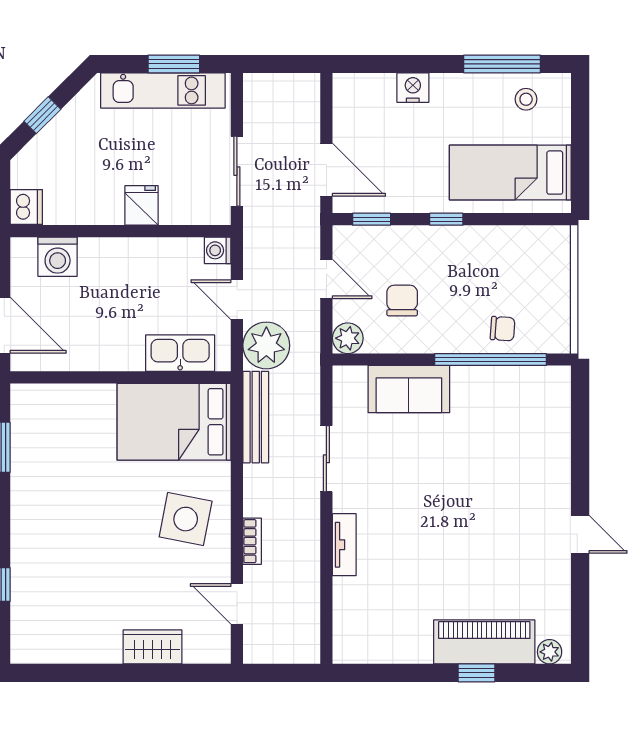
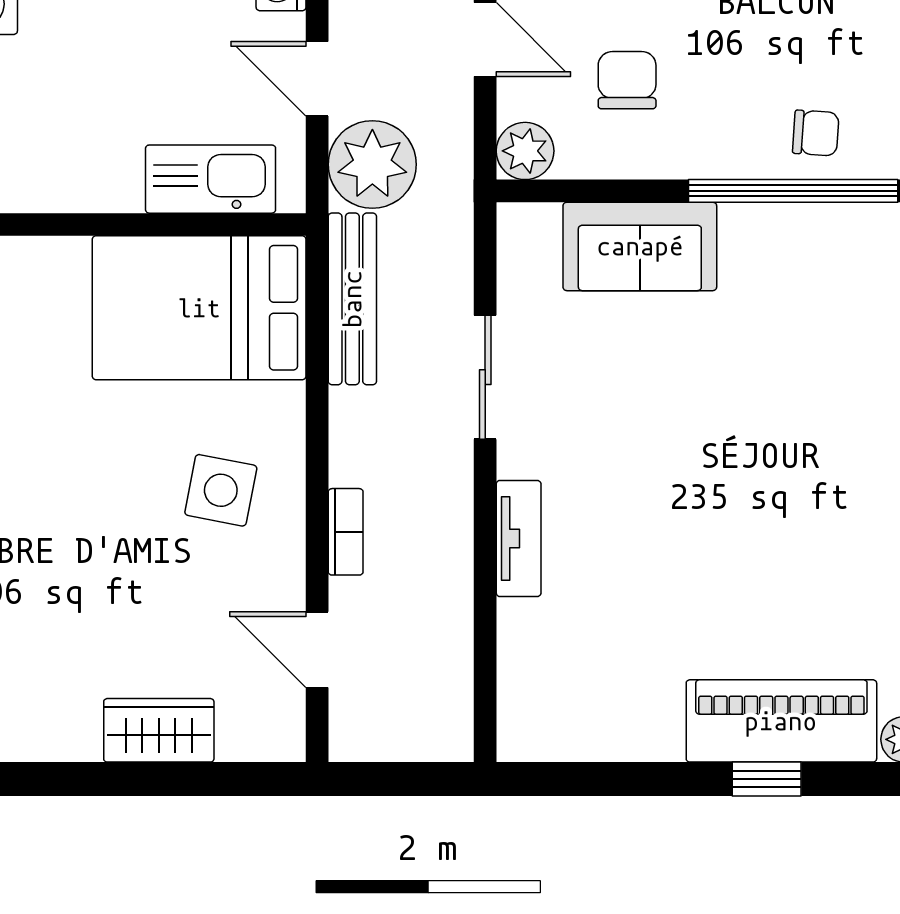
side table: (186, 519) -> (221, 490), width x0.73, depth x0.73

